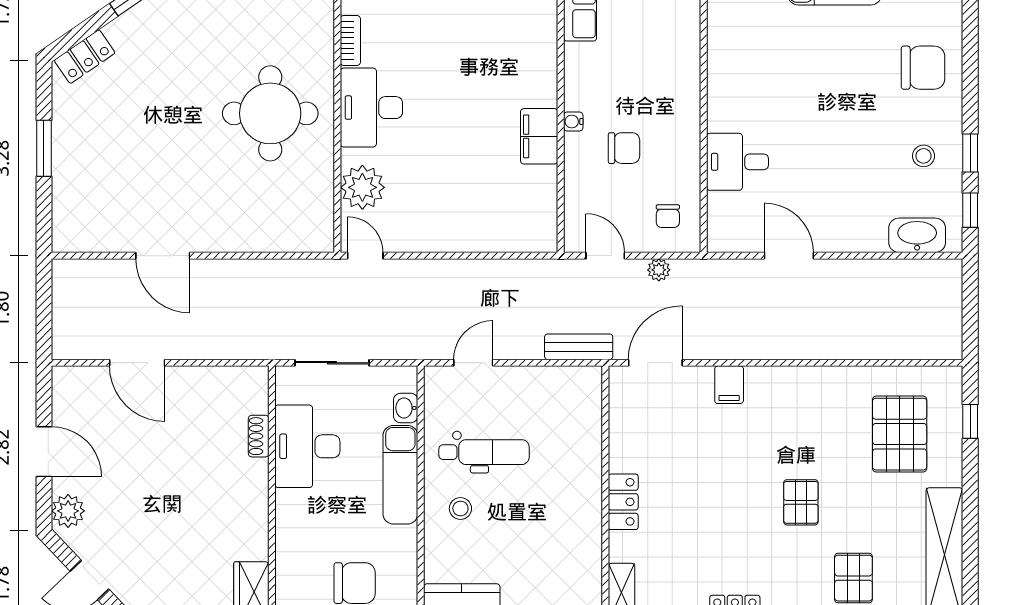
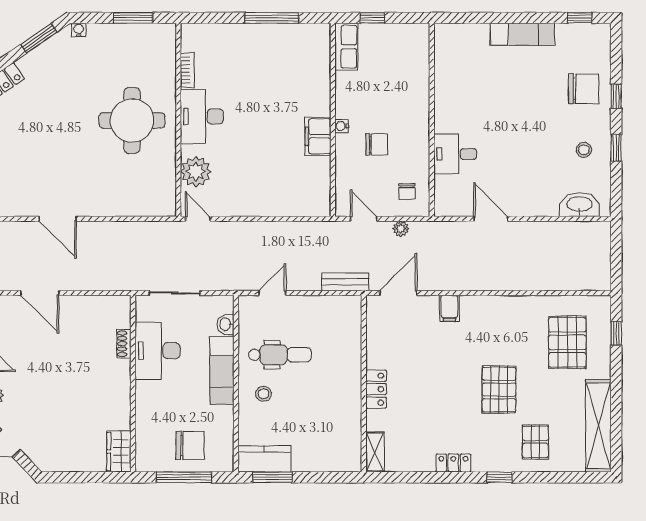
window: (970, 210) -> (616, 96), moved
pallet: (801, 502) -> (499, 390), width x1.50, depth x1.42

